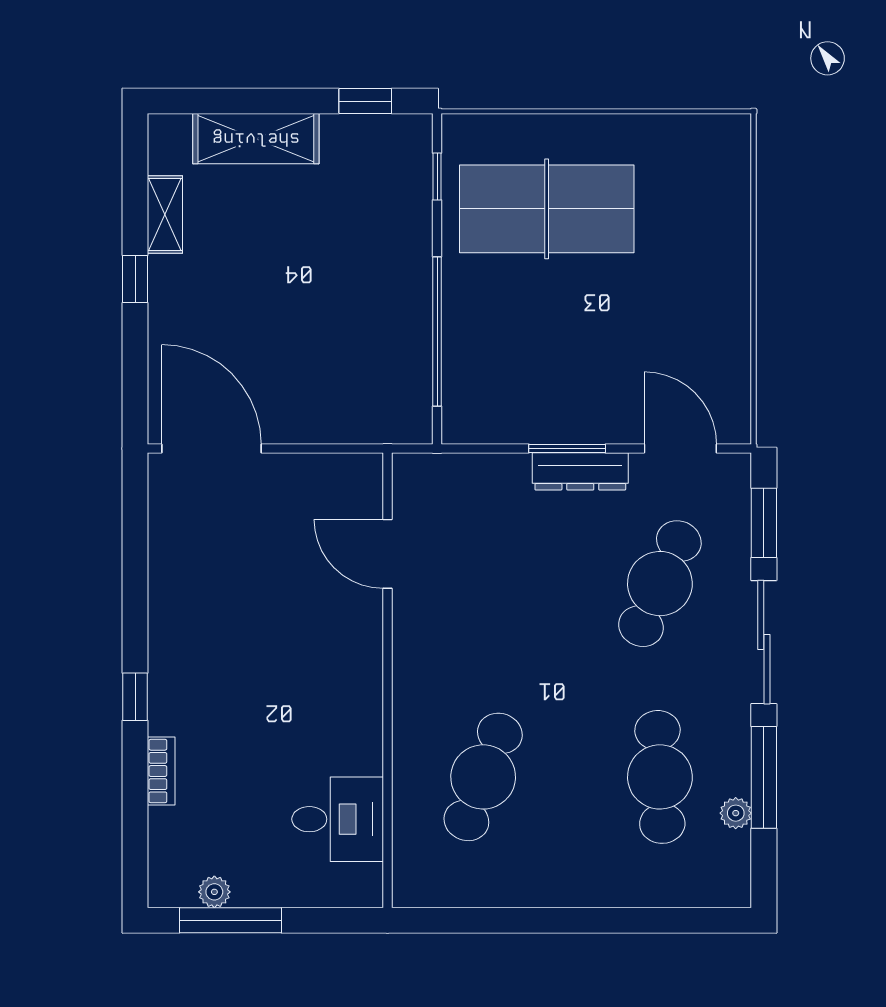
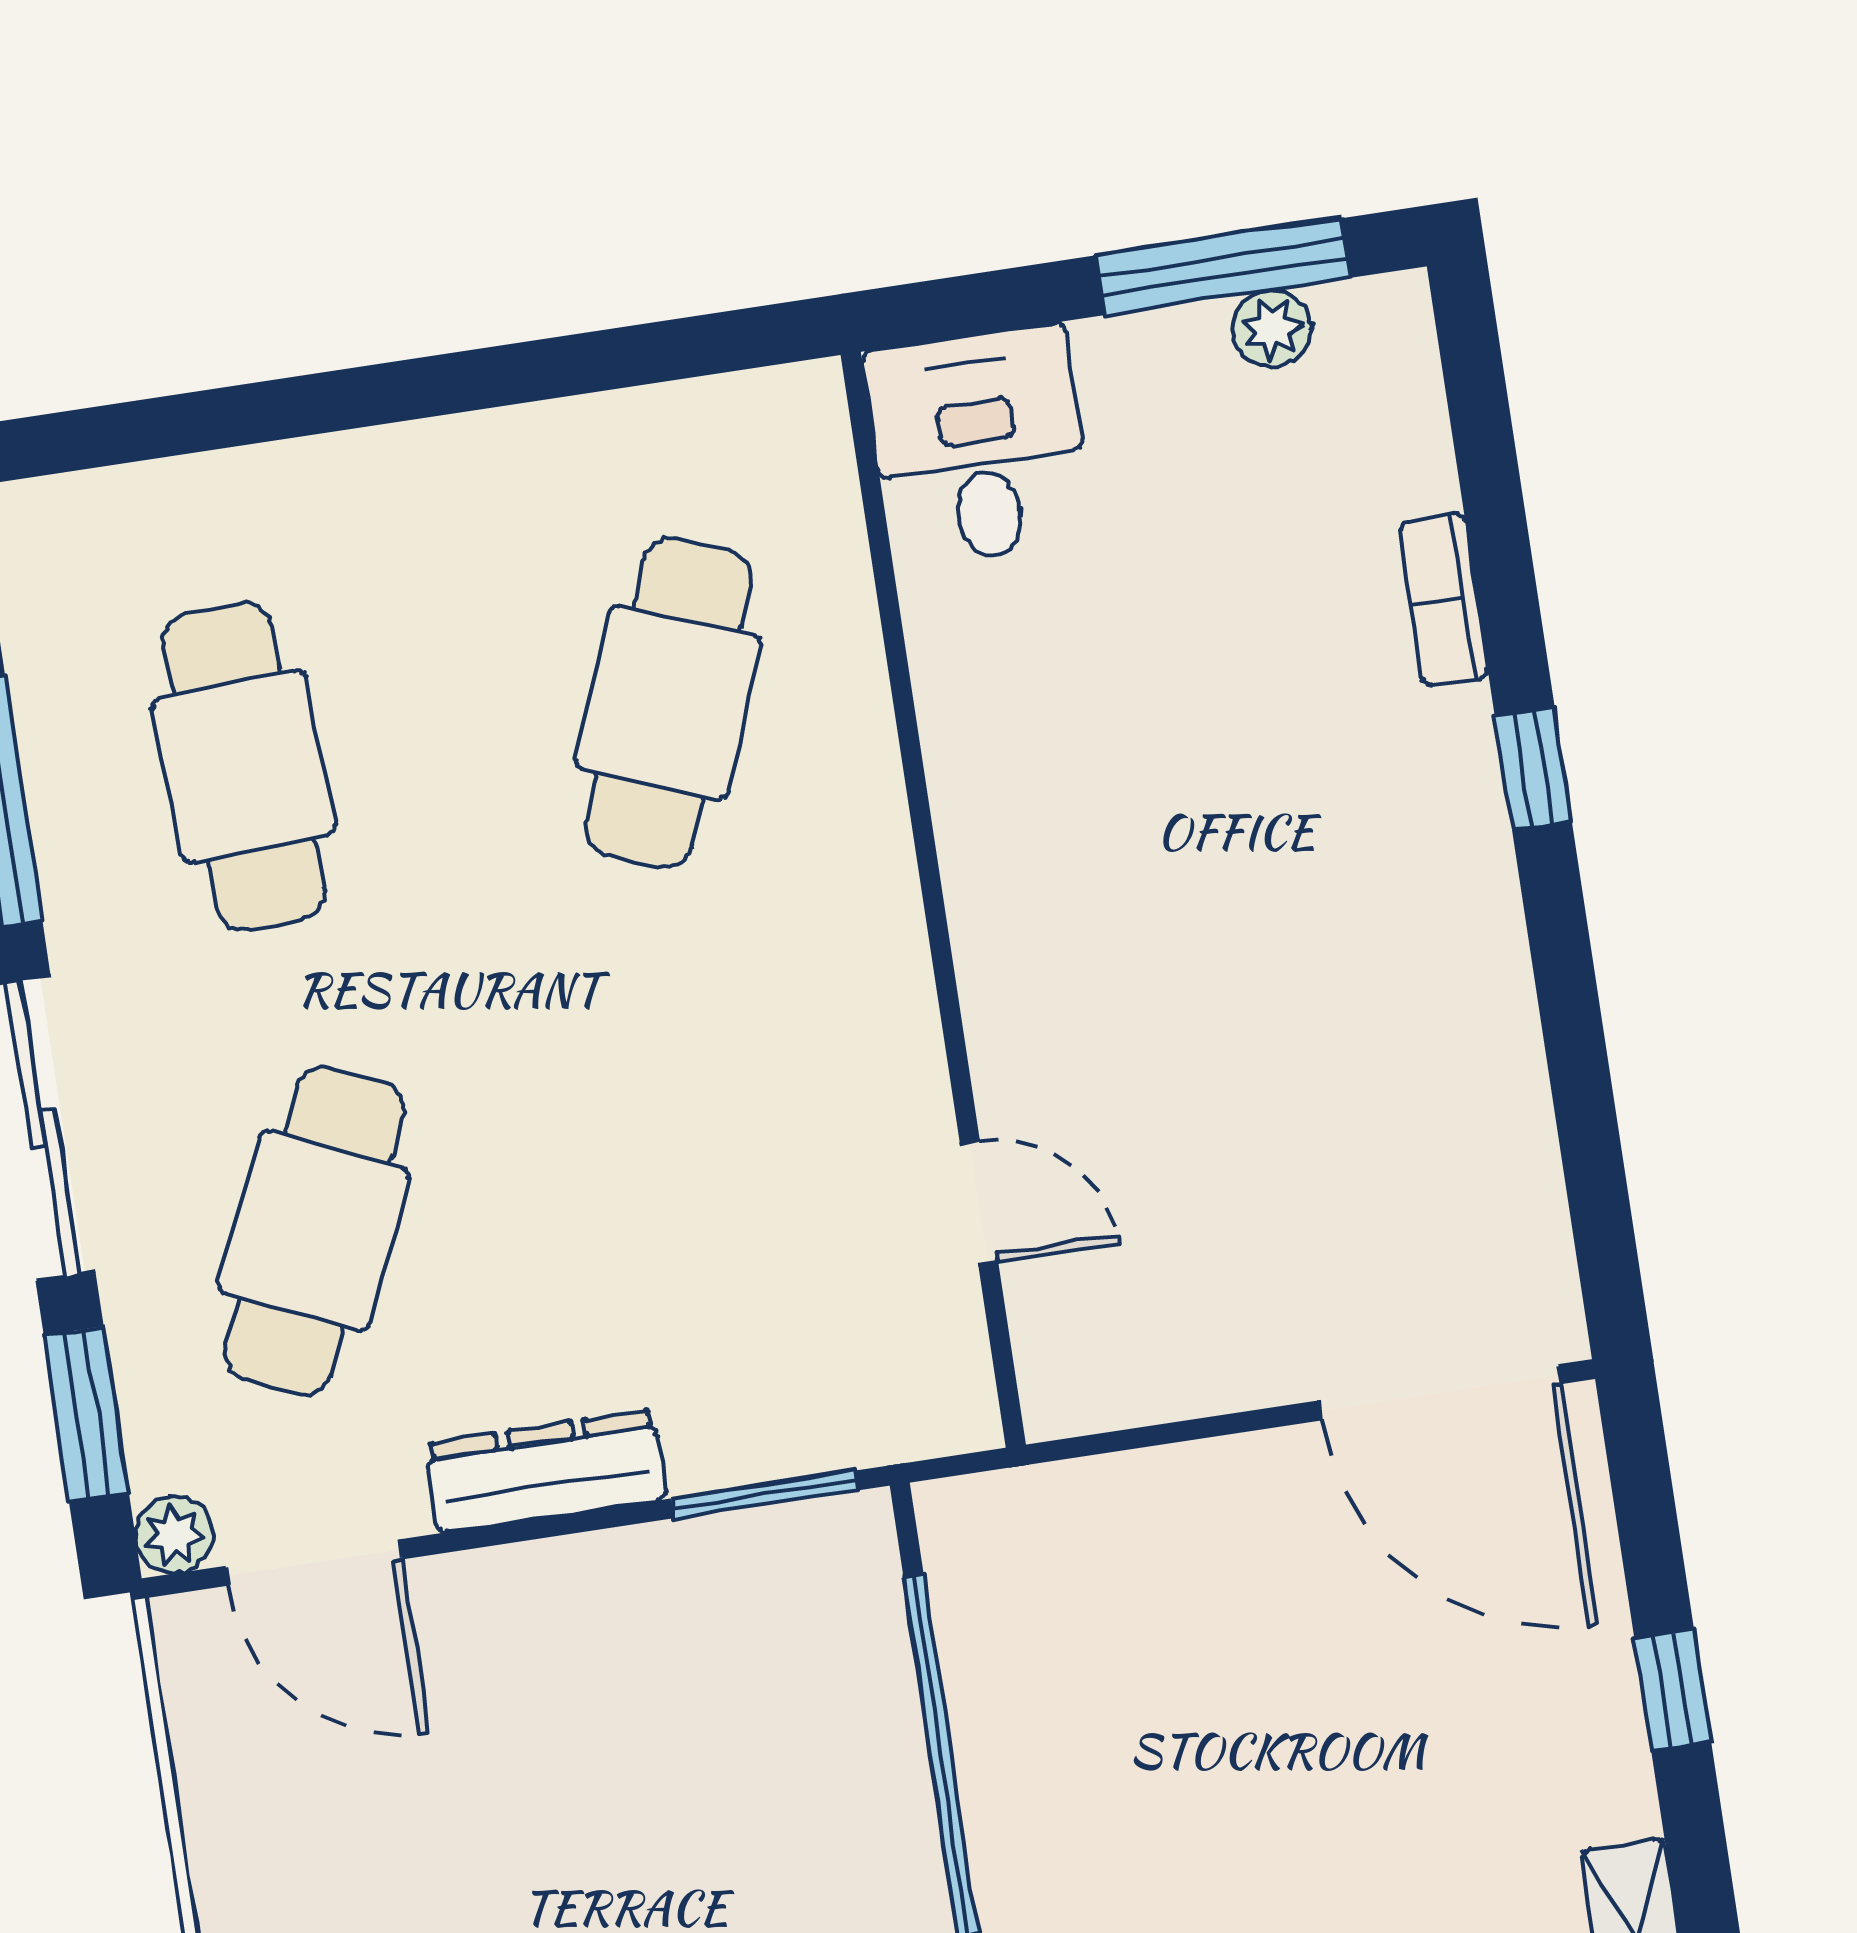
window: (135, 279) -> (1673, 1690), moved
window: (567, 449) -> (765, 1494), moved
door: (387, 554) -> (979, 1203), width x0.73
plant: (736, 813) -> (174, 1535), moved
desk: (338, 819) -> (979, 446), moved, turned 90

